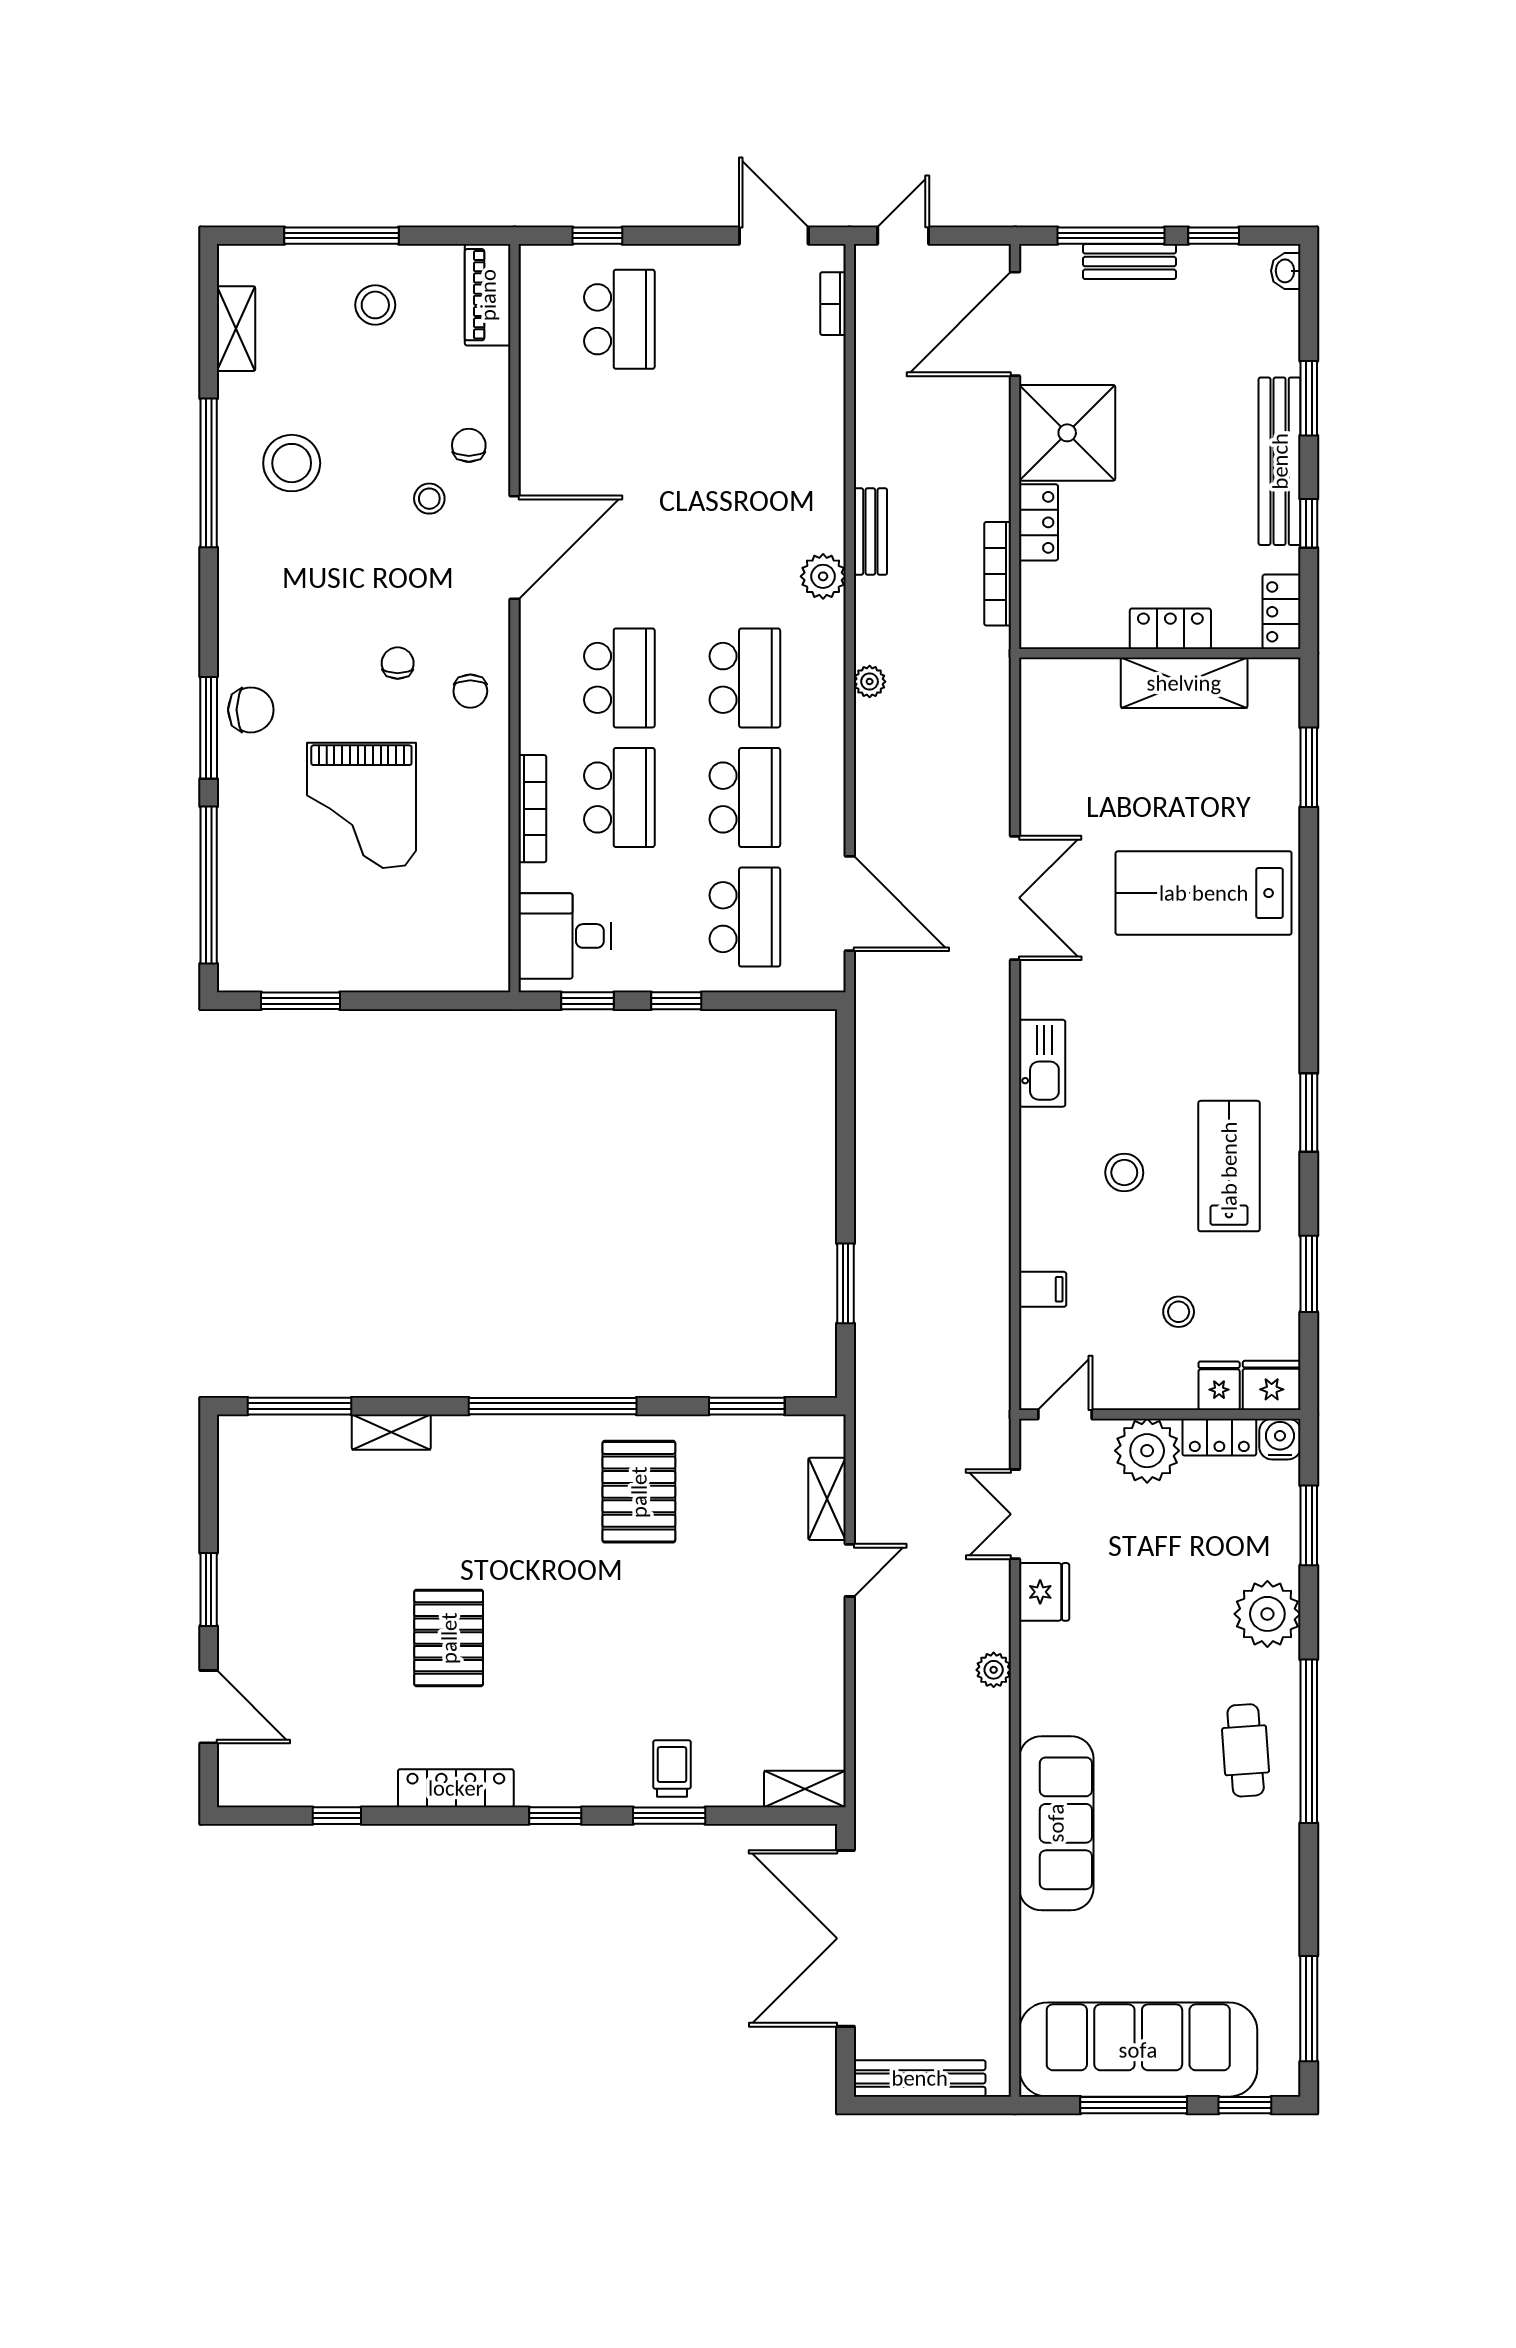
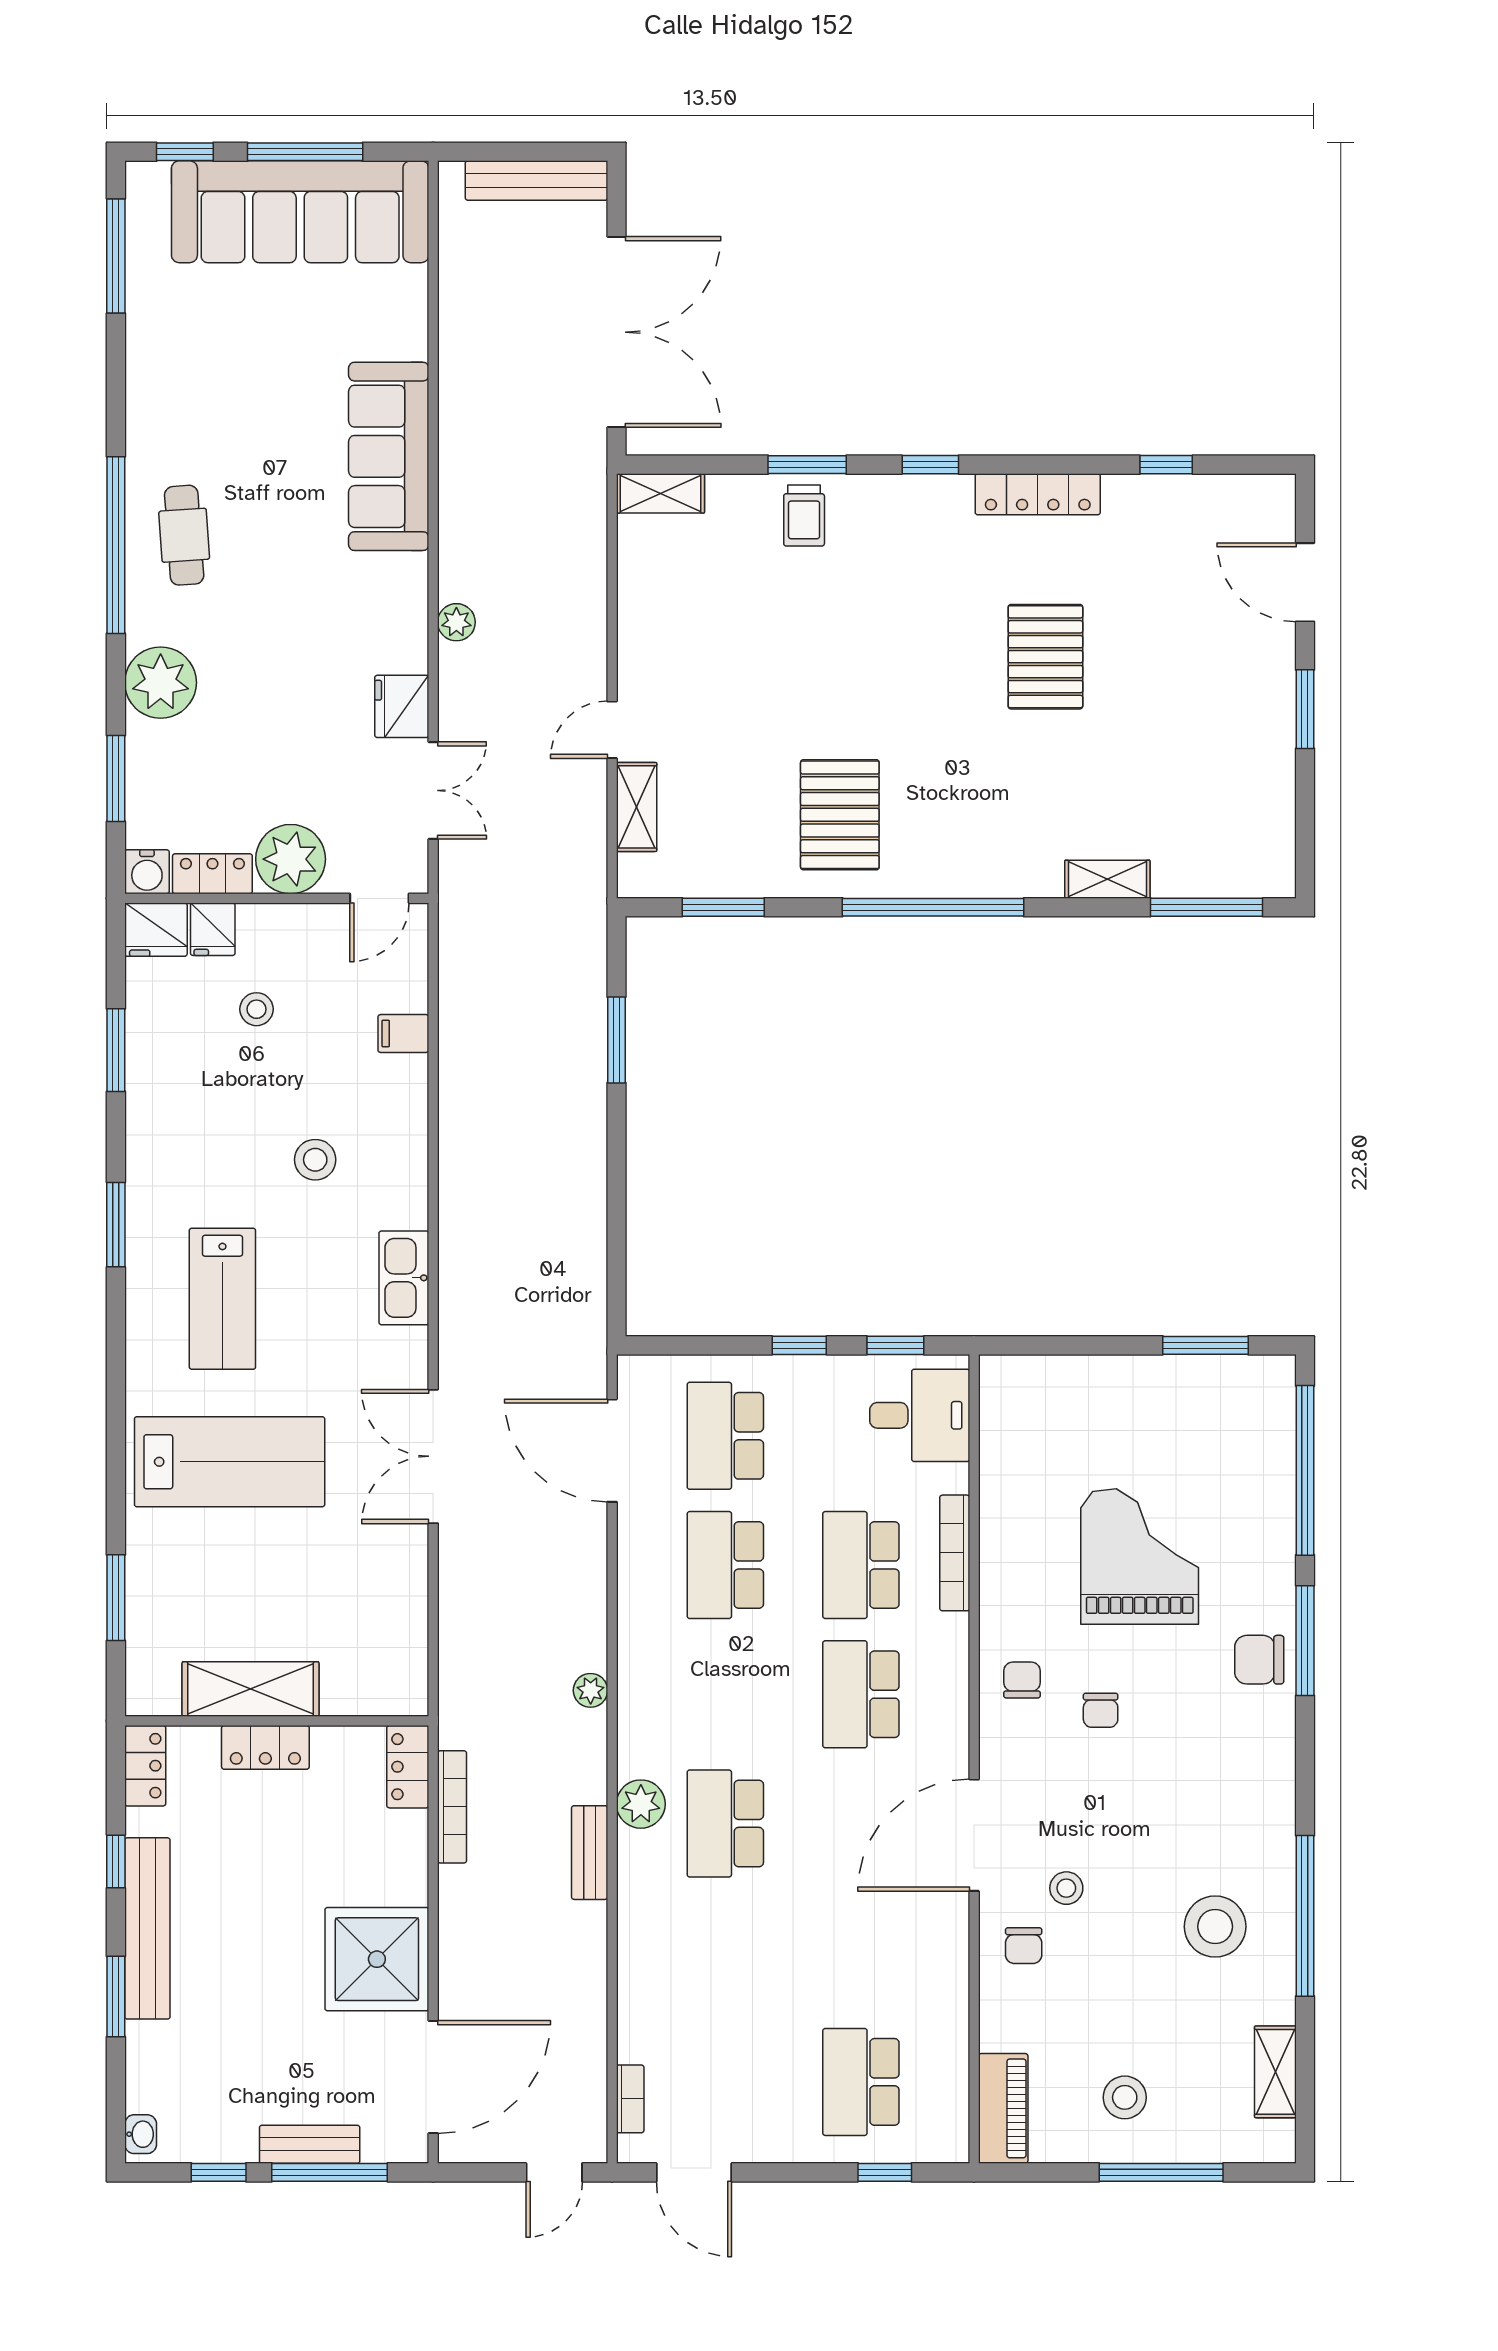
locker: (1039, 522) -> (408, 1767), moved
school desk: (745, 678) -> (725, 1823), moved
lab bench: (1229, 1166) -> (222, 1299), moved

